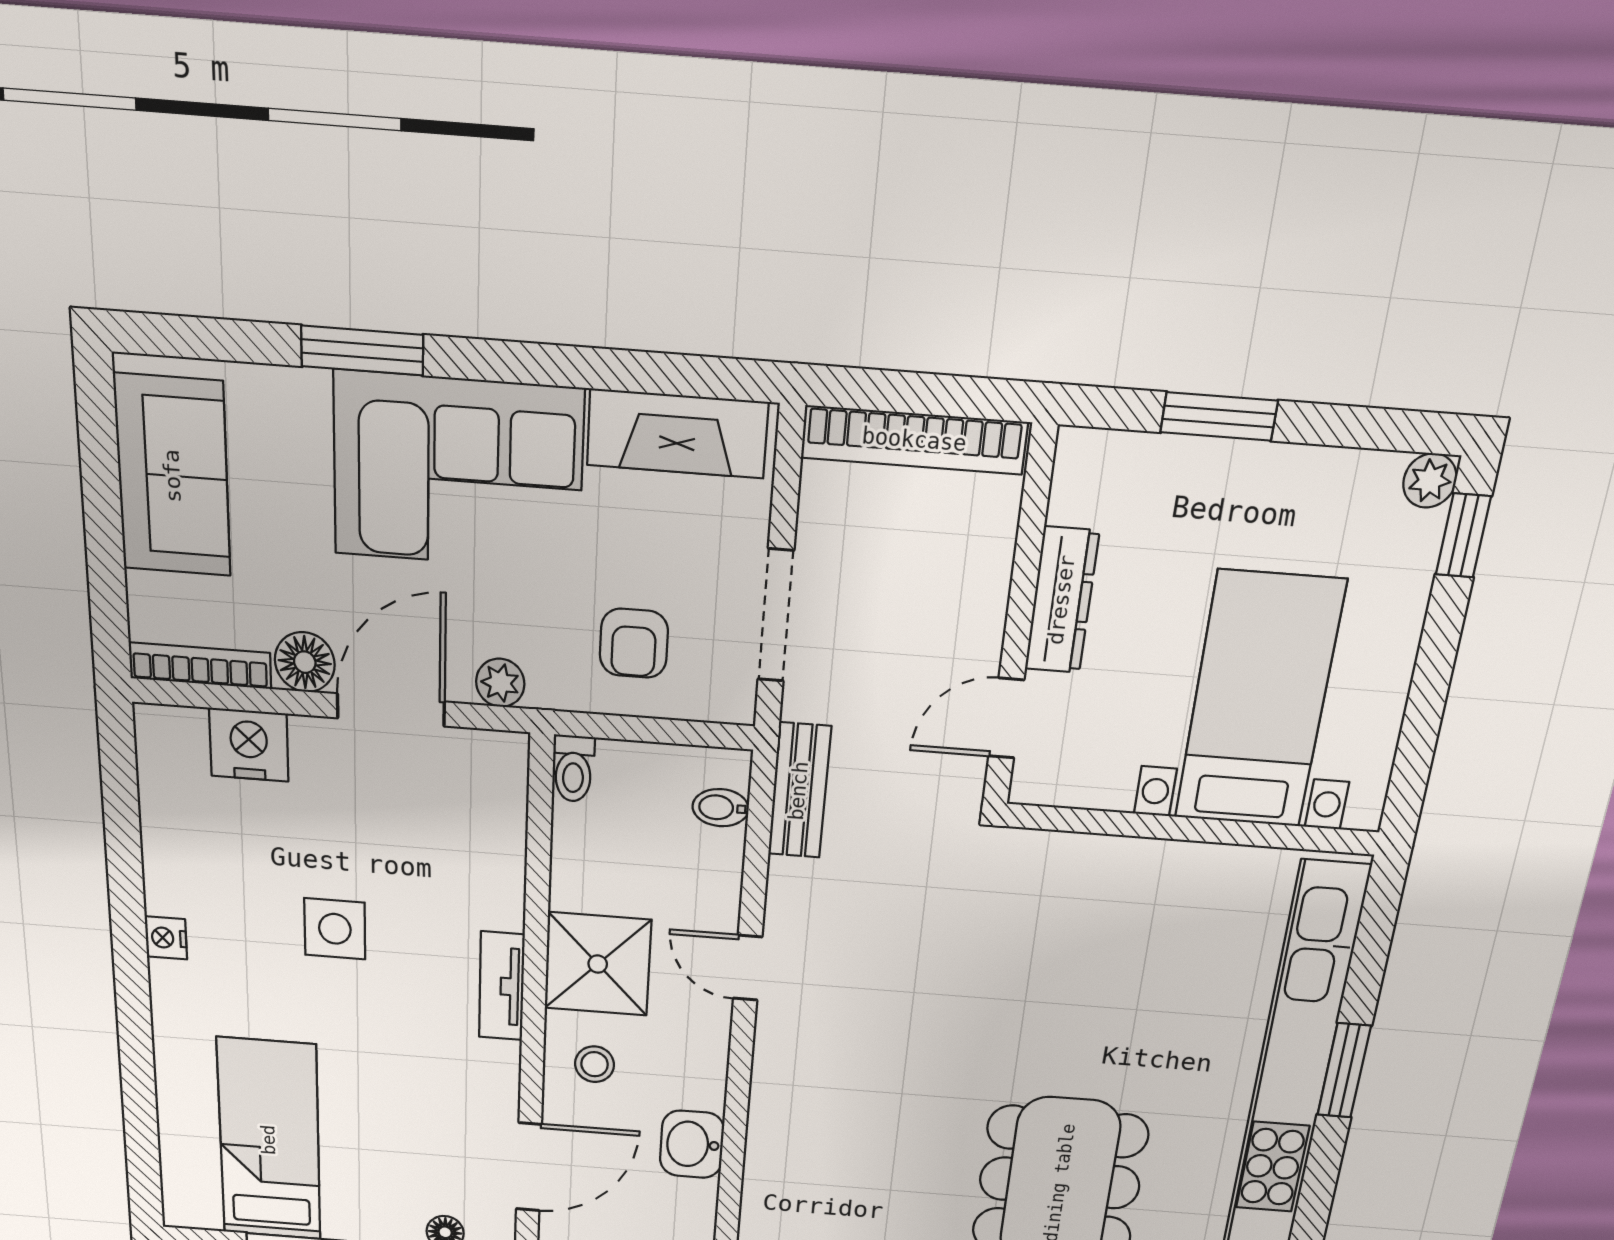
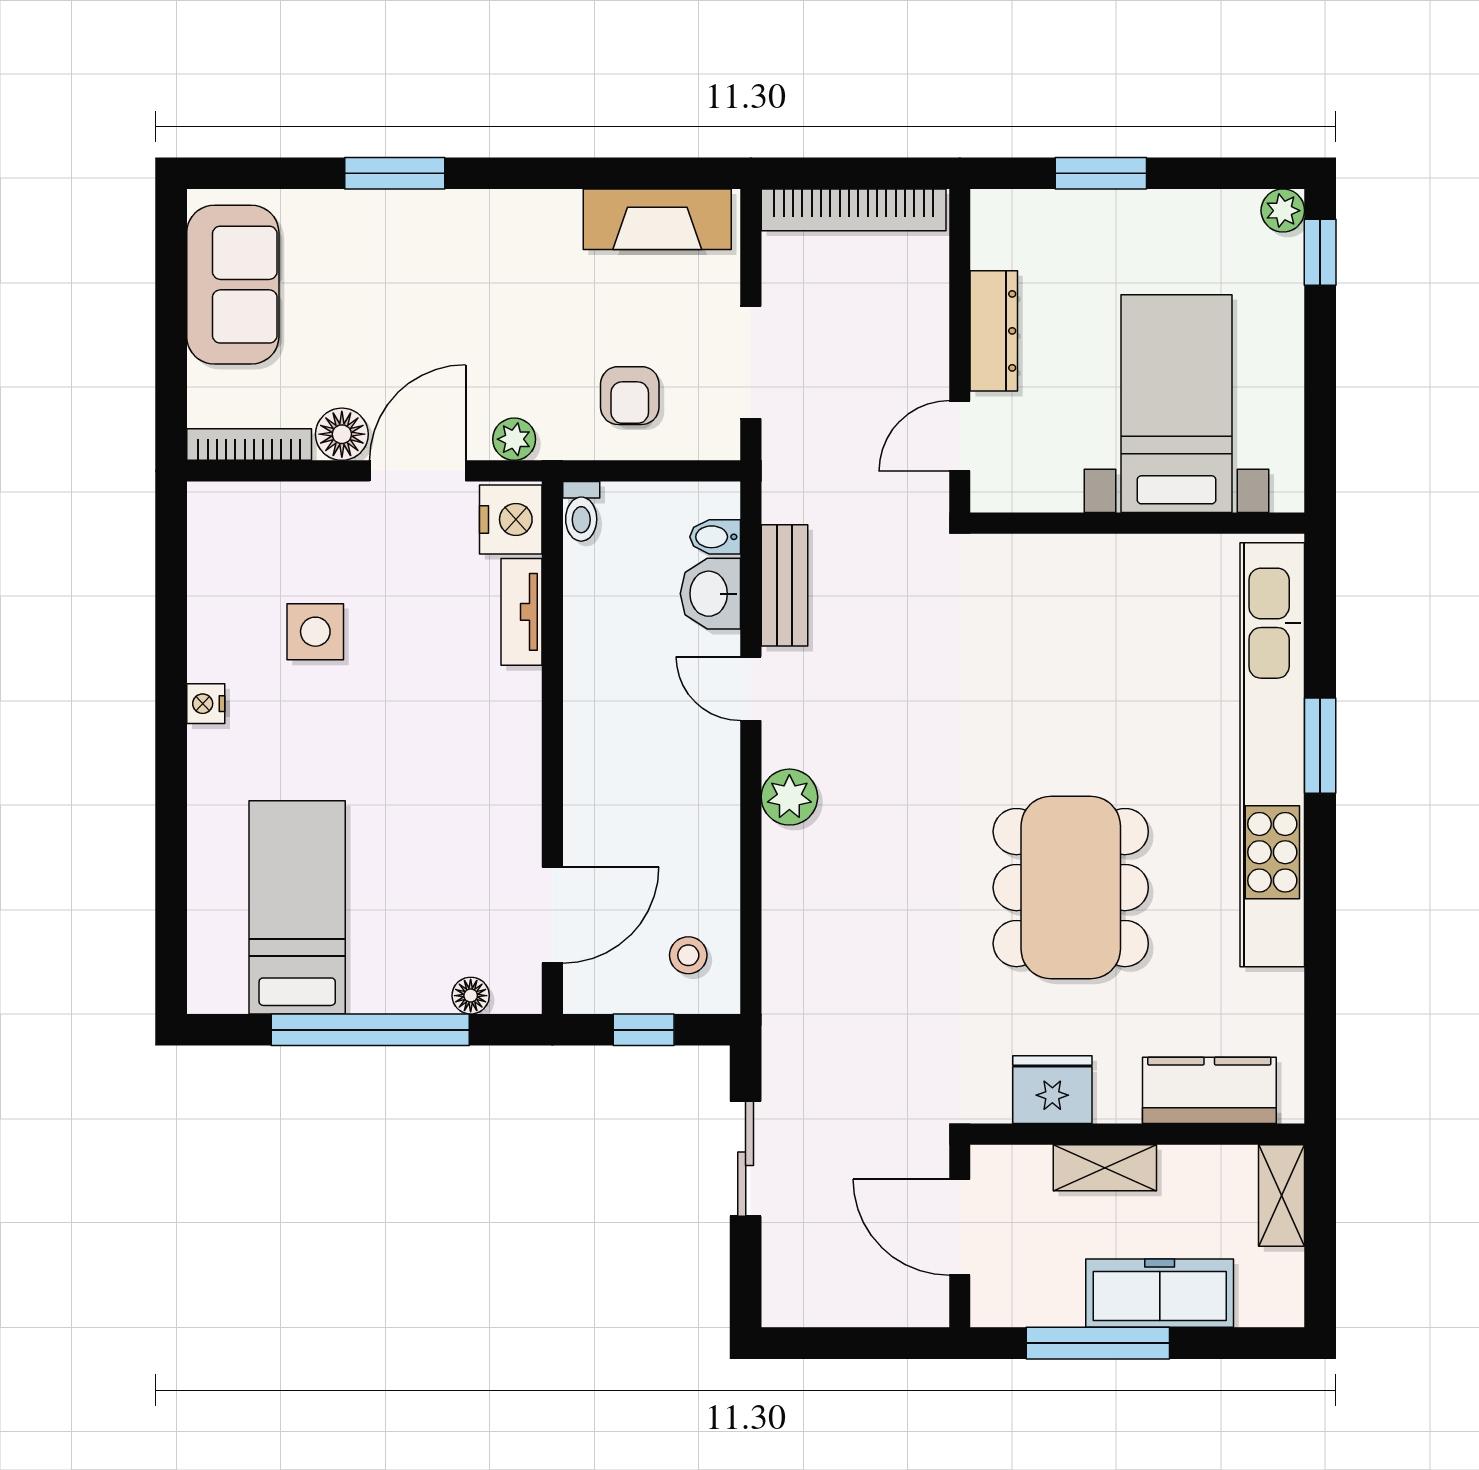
corner sofa: (458, 472) -> (475, 263), removed
nightstand: (249, 745) -> (511, 519), moved, turned 90
bench: (799, 791) -> (784, 585), moved
side table: (335, 929) -> (315, 632), moved
shower: (598, 964) -> (611, 696), removed
tv unit: (502, 986) -> (521, 612), moved
stool: (595, 1064) -> (688, 955), moved
plant: (779, 1077) -> (789, 797), added
washbasin: (692, 1144) -> (710, 594), moved

